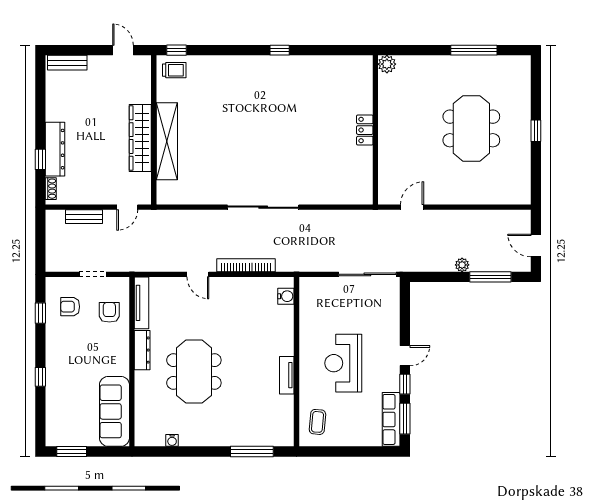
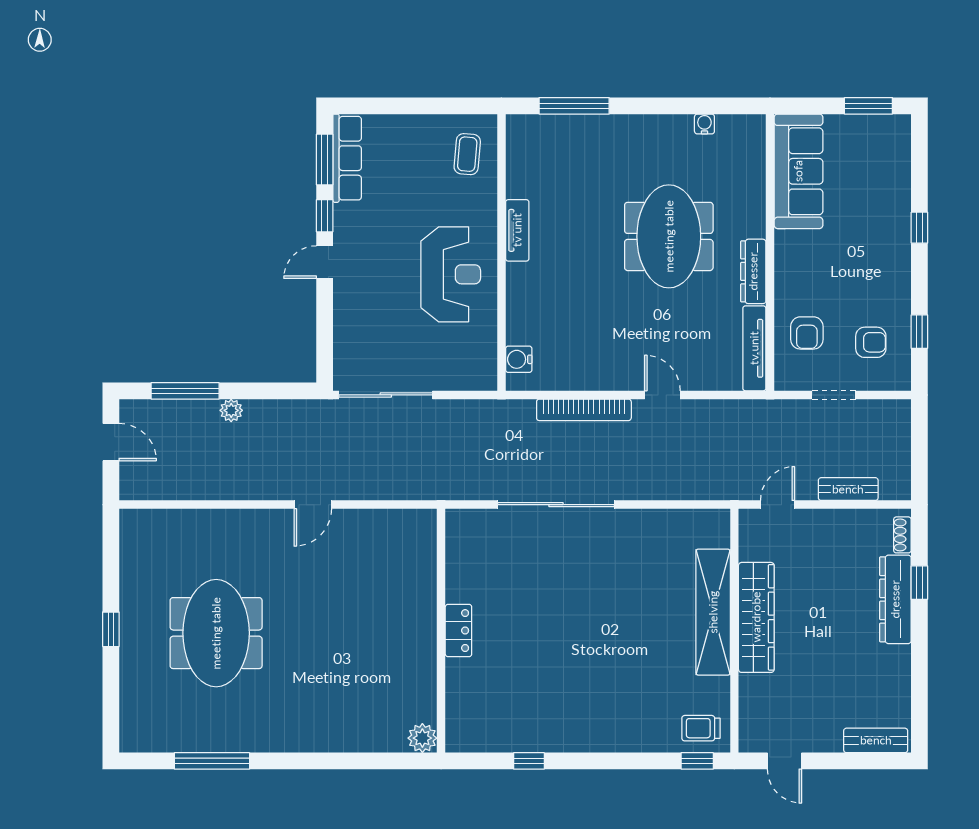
plant: (387, 64) -> (422, 738), moved
locker: (365, 130) -> (458, 631), moved
wall: (375, 130) -> (441, 631), moved
reception desk: (343, 363) -> (451, 274), moved

